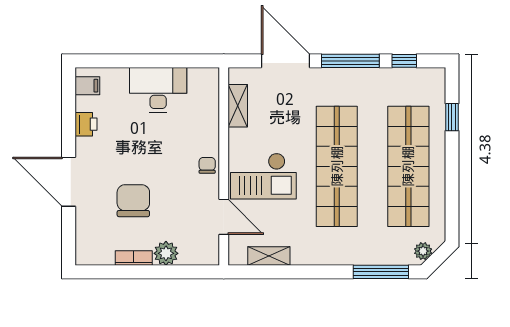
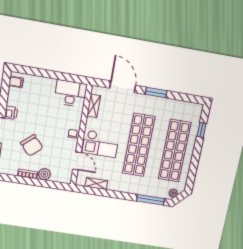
window: (350, 61) -> (156, 93), width x0.69
window: (404, 61) -> (184, 97), removed
desk: (158, 90) -> (71, 93), moved
printer: (86, 124) -> (11, 113), moved
chair: (133, 201) -> (32, 145), turned 139

